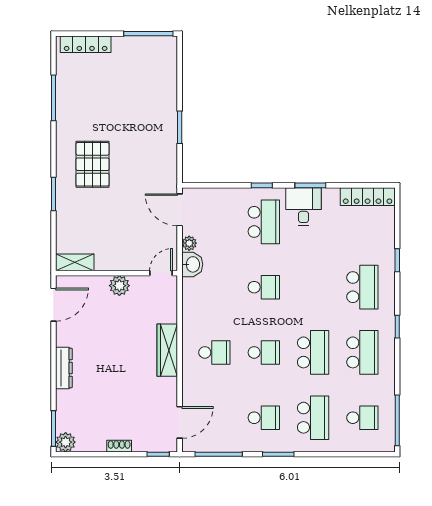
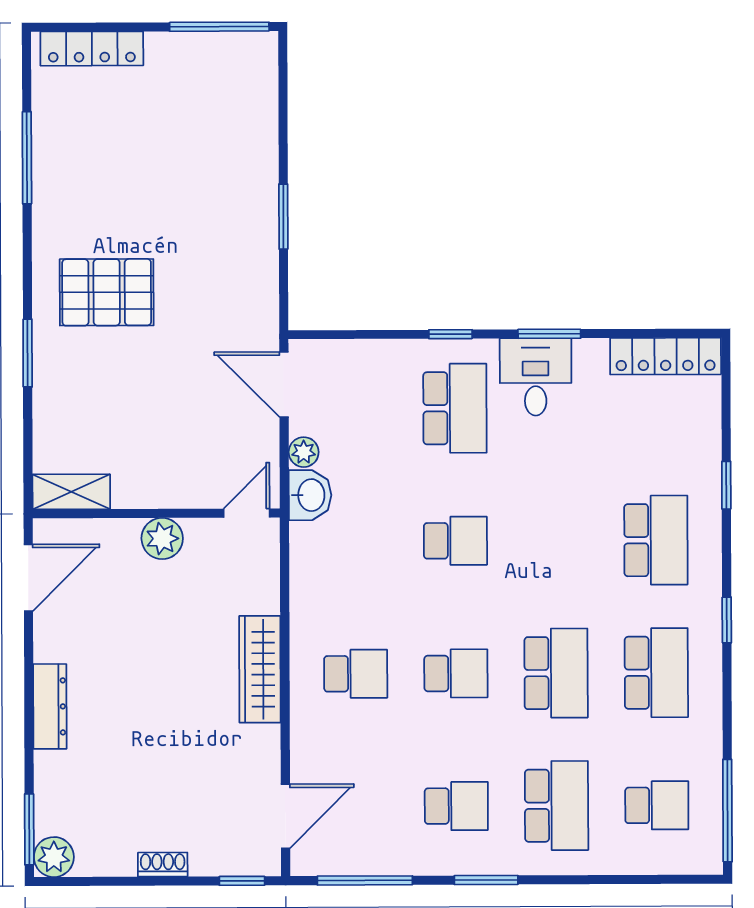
pallet: (93, 164) -> (107, 292), turned 90

